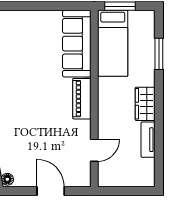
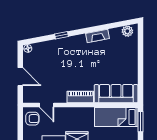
armchair: (115, 172) -> (32, 119), added
door: (51, 191) -> (20, 77), hinge flipped

